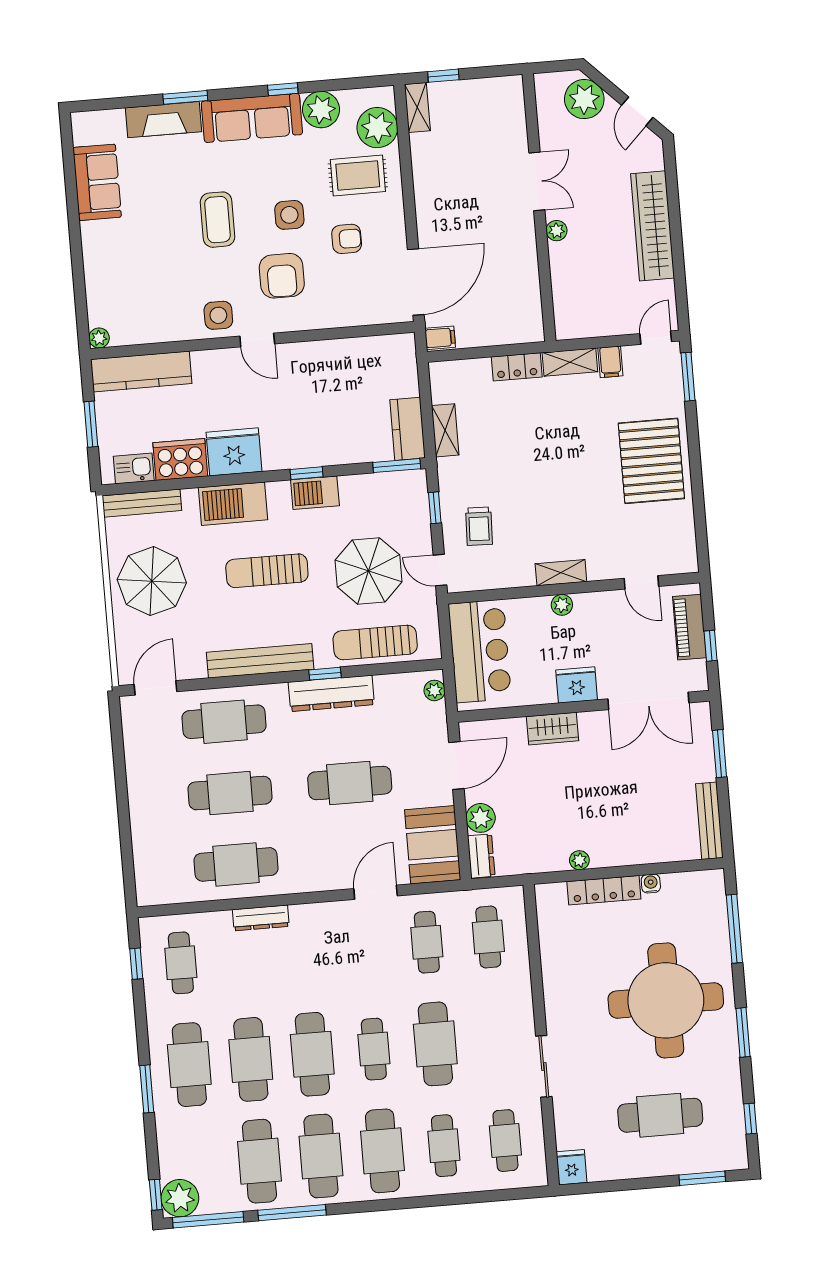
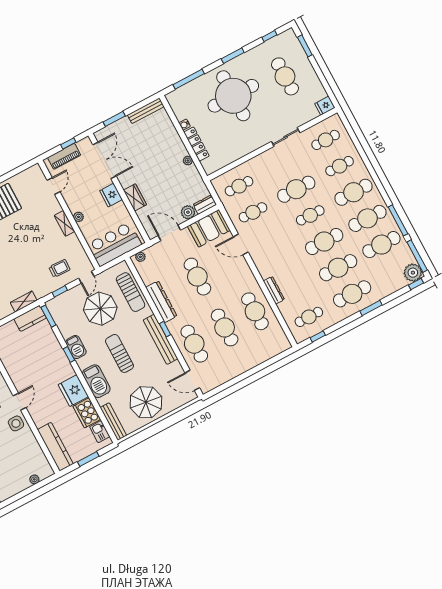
plant: (99, 338) -> (34, 479), moved
sun lounger: (267, 571) -> (119, 353), turned 180
window: (325, 674) -> (165, 329), moved

